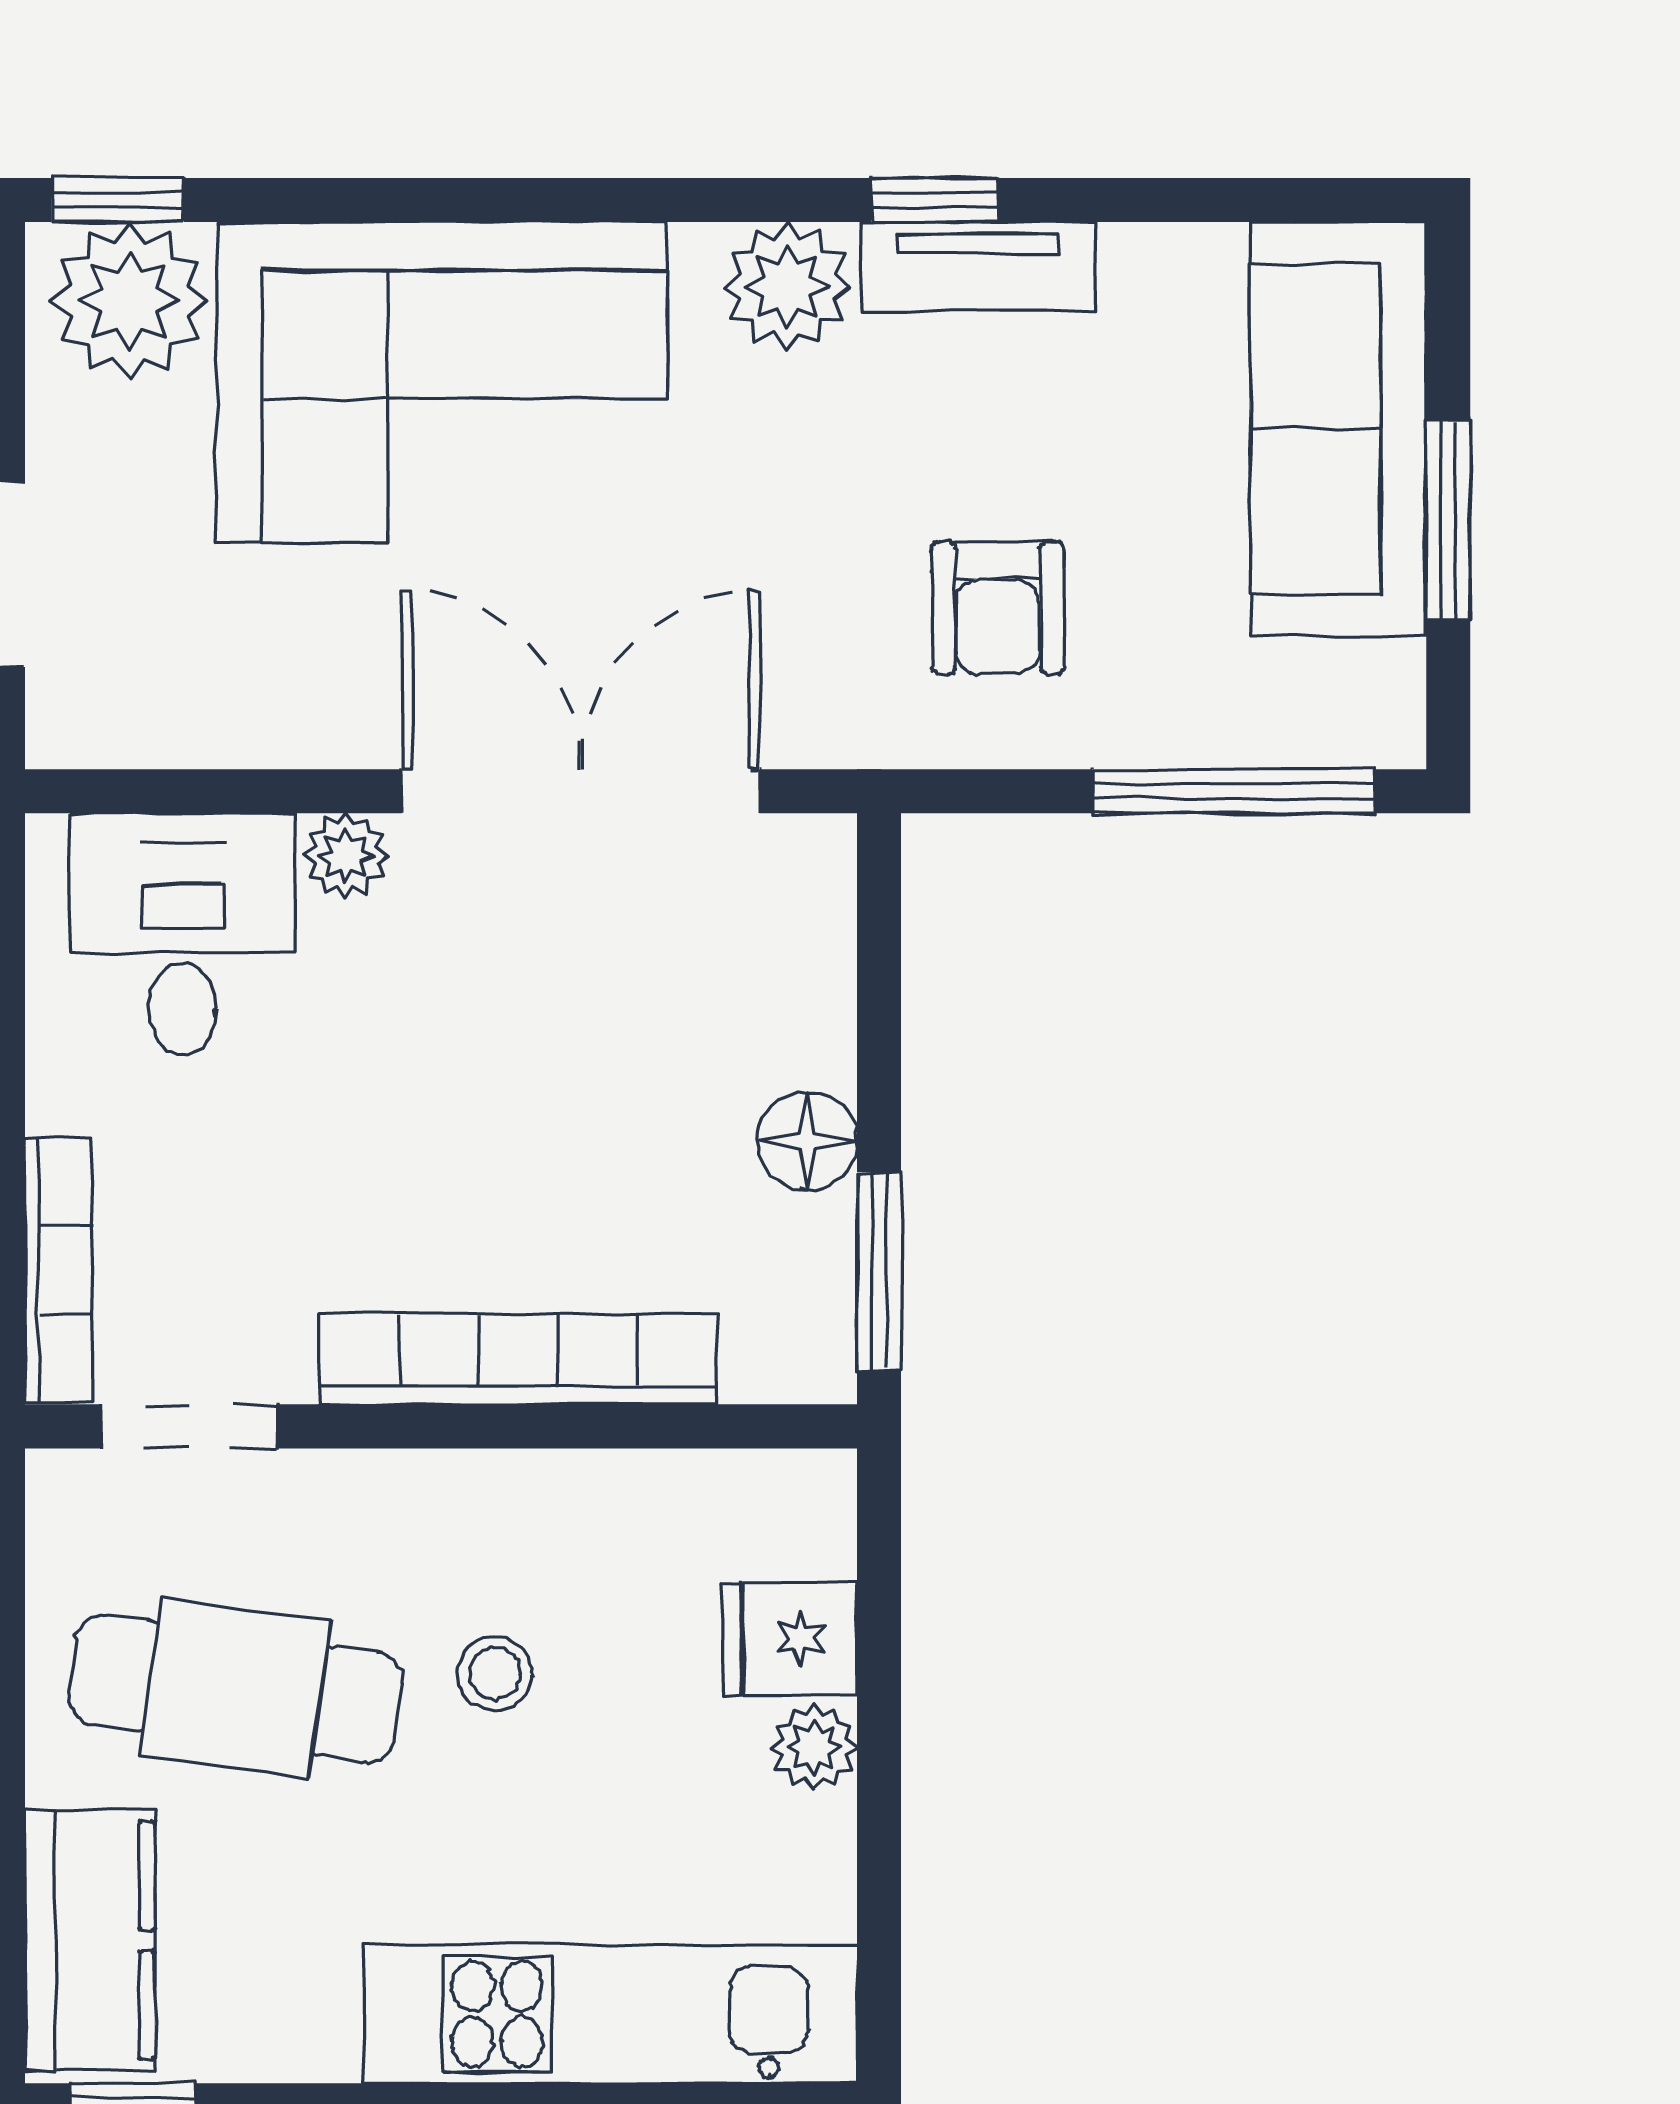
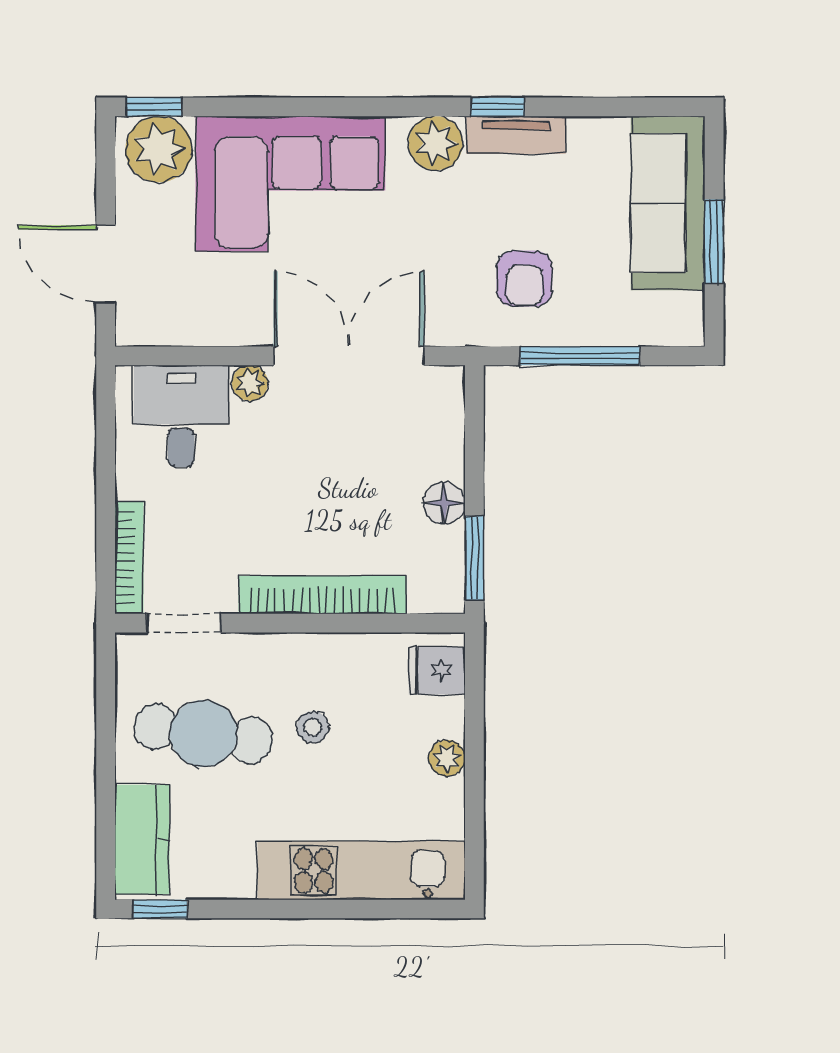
window: (1234, 791) -> (580, 356), moved
fridge: (790, 1639) -> (437, 671), moved

